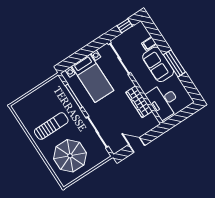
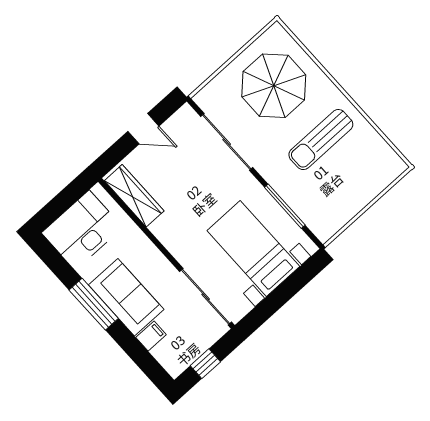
desk: (164, 101) -> (82, 230), moved, turned -90
wardrobe: (139, 102) -> (134, 196), moved

